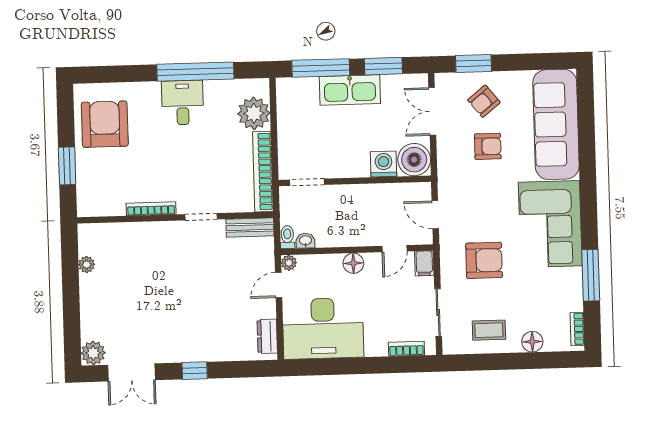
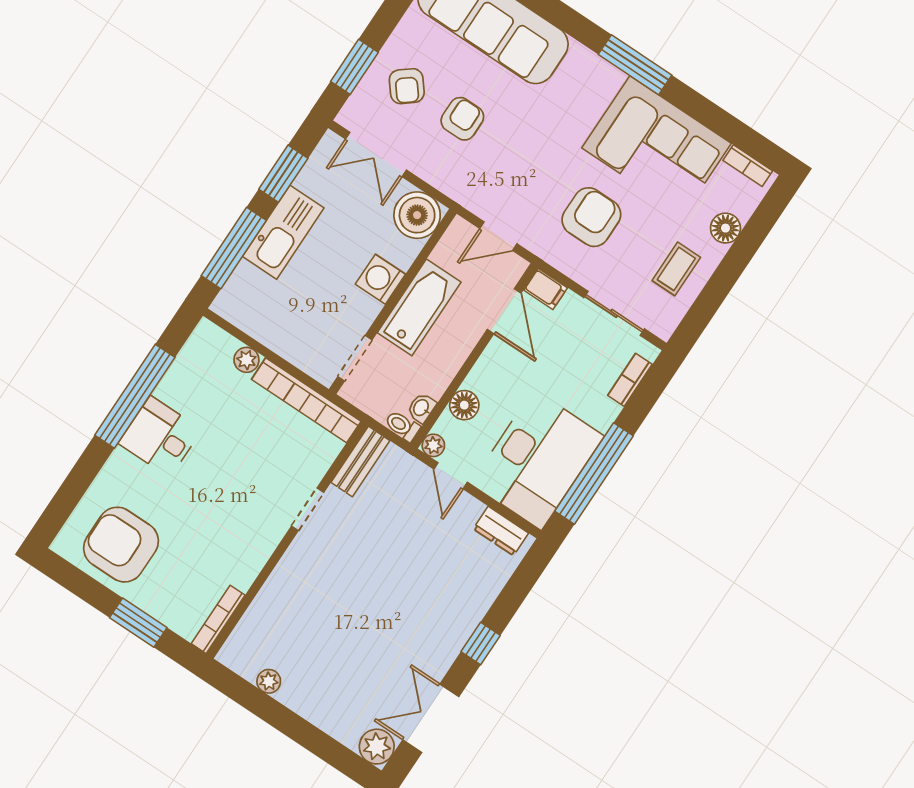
plant: (254, 113) -> (246, 360), width x0.53, depth x0.53
washing machine: (384, 164) -> (380, 279), moved
bathtub: (362, 198) -> (419, 307), added
bookcase: (151, 209) -> (218, 619), moved
corner sofa: (550, 224) -> (657, 146), moved
door: (394, 249) -> (504, 311), width x1.38
floor lamp: (353, 263) -> (464, 405), moved
window: (591, 275) -> (635, 65), moved
window: (338, 366) -> (594, 474), added
double door: (132, 372) -> (431, 718), swing flipped

